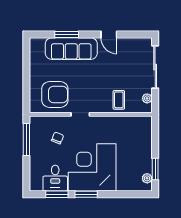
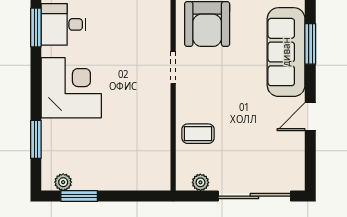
chair: (58, 138) -> (133, 29), removed
corner desk: (92, 167) -> (71, 88), width x0.74, depth x0.74
window: (86, 194) -> (36, 139), moved

